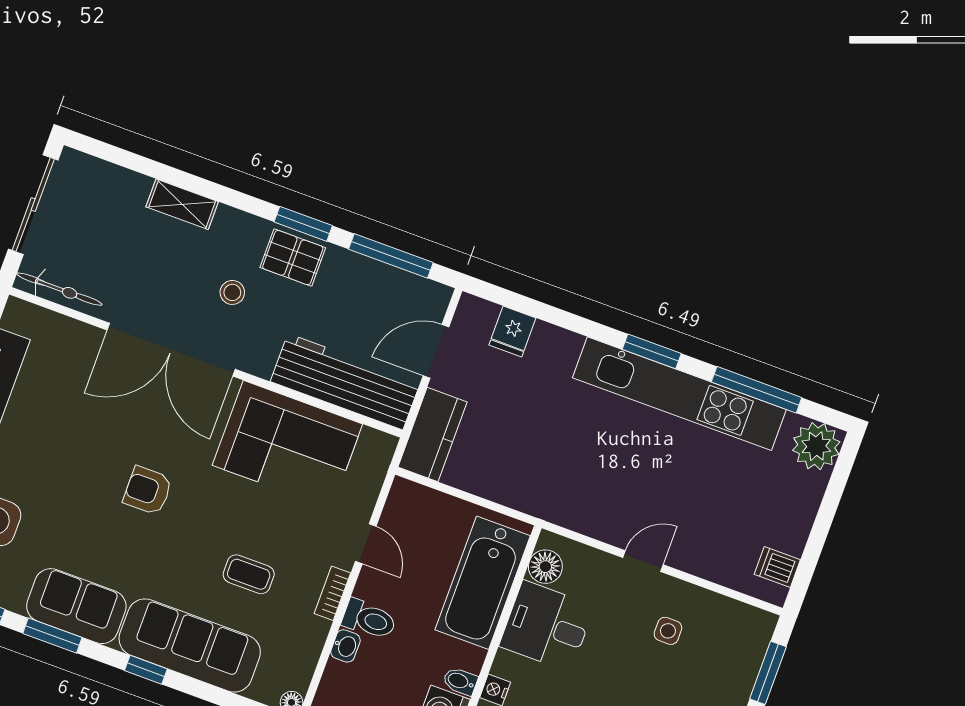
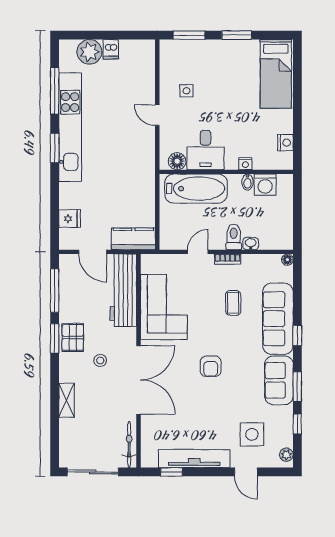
plant: (816, 446) -> (89, 52), moved
dishwasher: (777, 567) -> (111, 49), moved

